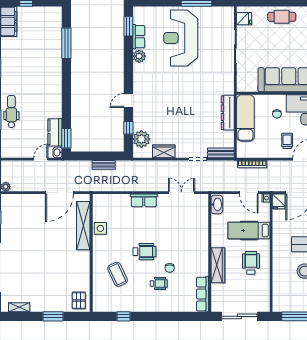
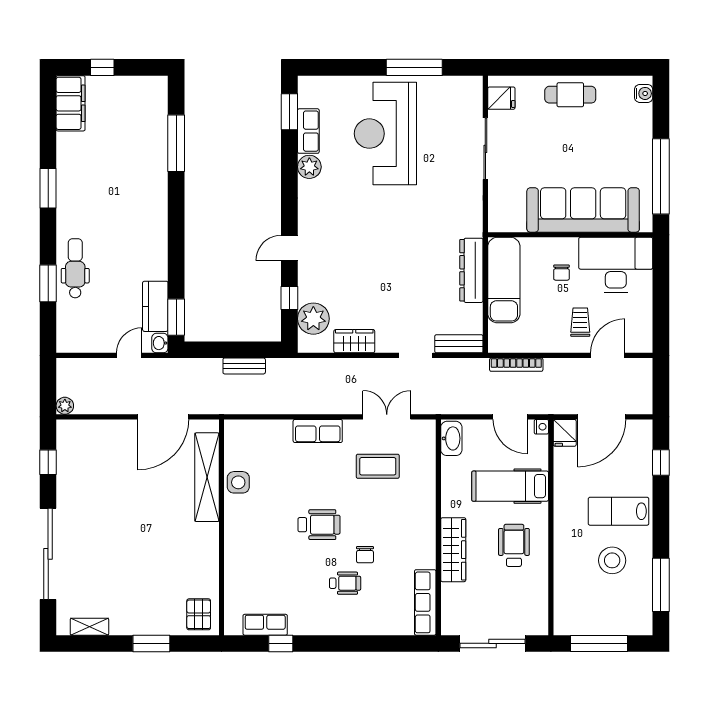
coffee table: (117, 274) -> (378, 466), moved, turned -65
row of seats: (115, 306) -> (265, 625), added

